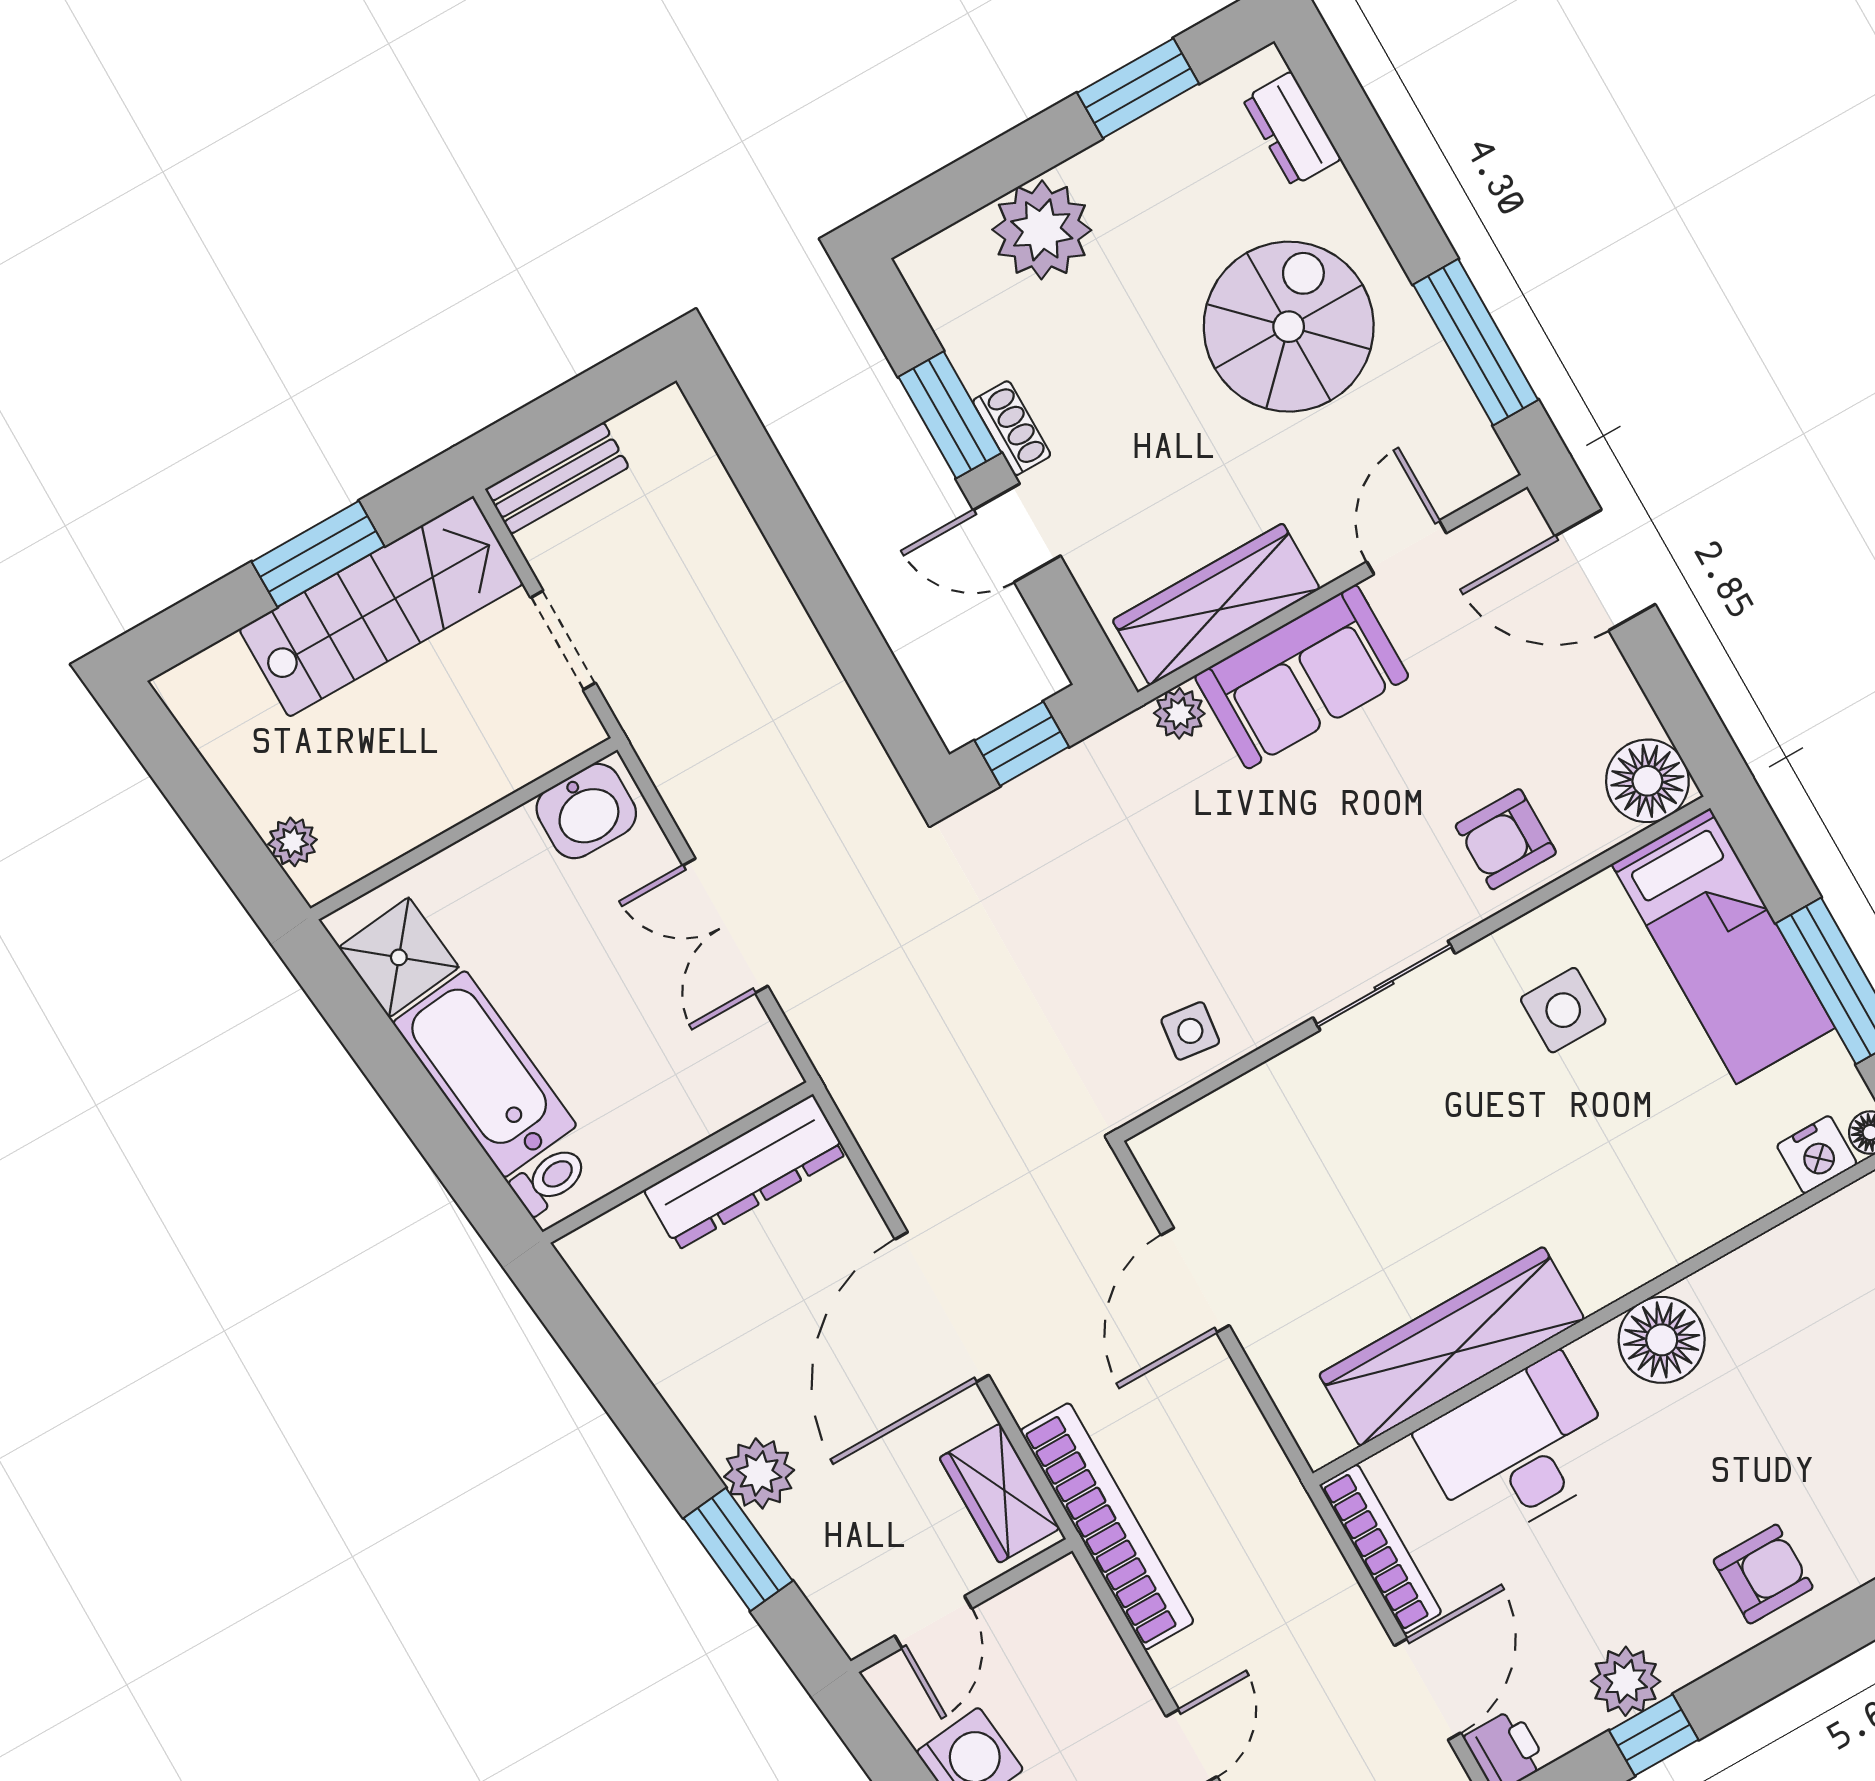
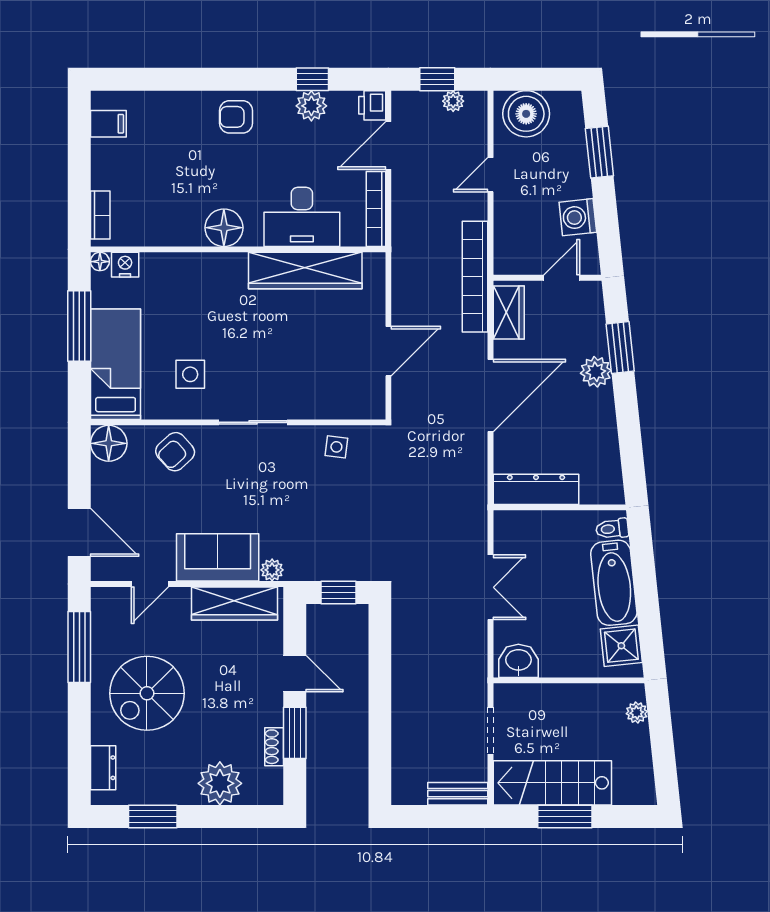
shoe rack: (1012, 428) -> (274, 747), moved
armchair: (1506, 839) -> (175, 452), turned 138

